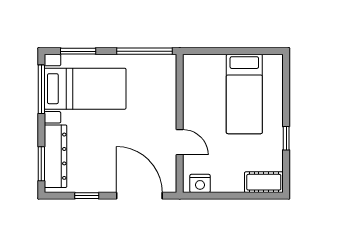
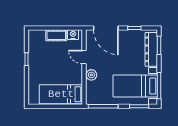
bed: (244, 94) -> (61, 94), moved, turned -90
plant: (166, 109) -> (91, 75), added
cot: (264, 182) -> (56, 35), moved

